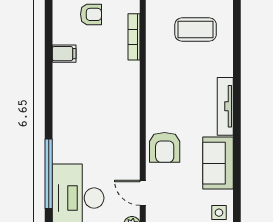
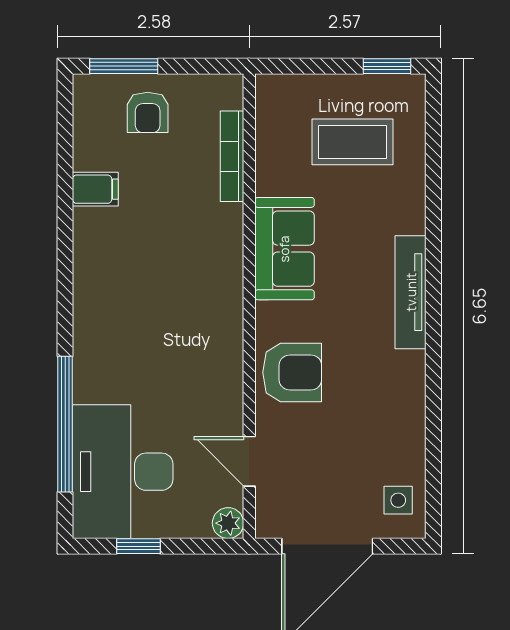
armchair: (91, 14) -> (148, 112), turned 90
armchair: (165, 147) -> (292, 372), turned -90
sofa: (218, 163) -> (284, 249), moved, turned 180

